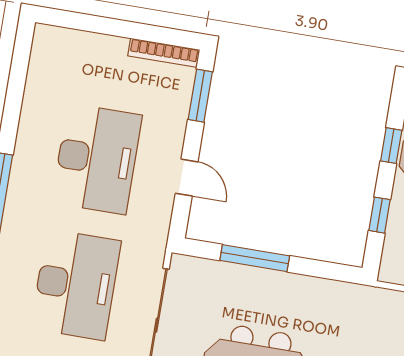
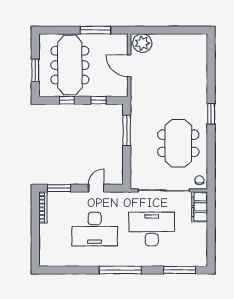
desk: (97, 159) -> (95, 229), turned 180
window: (255, 258) -> (127, 131), moved

